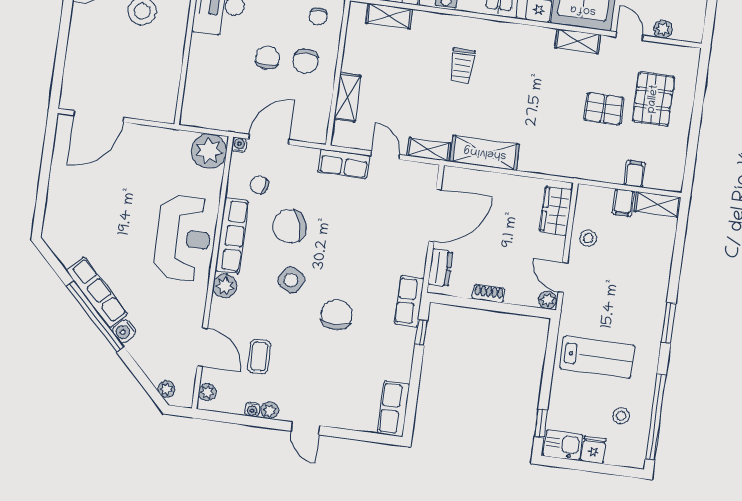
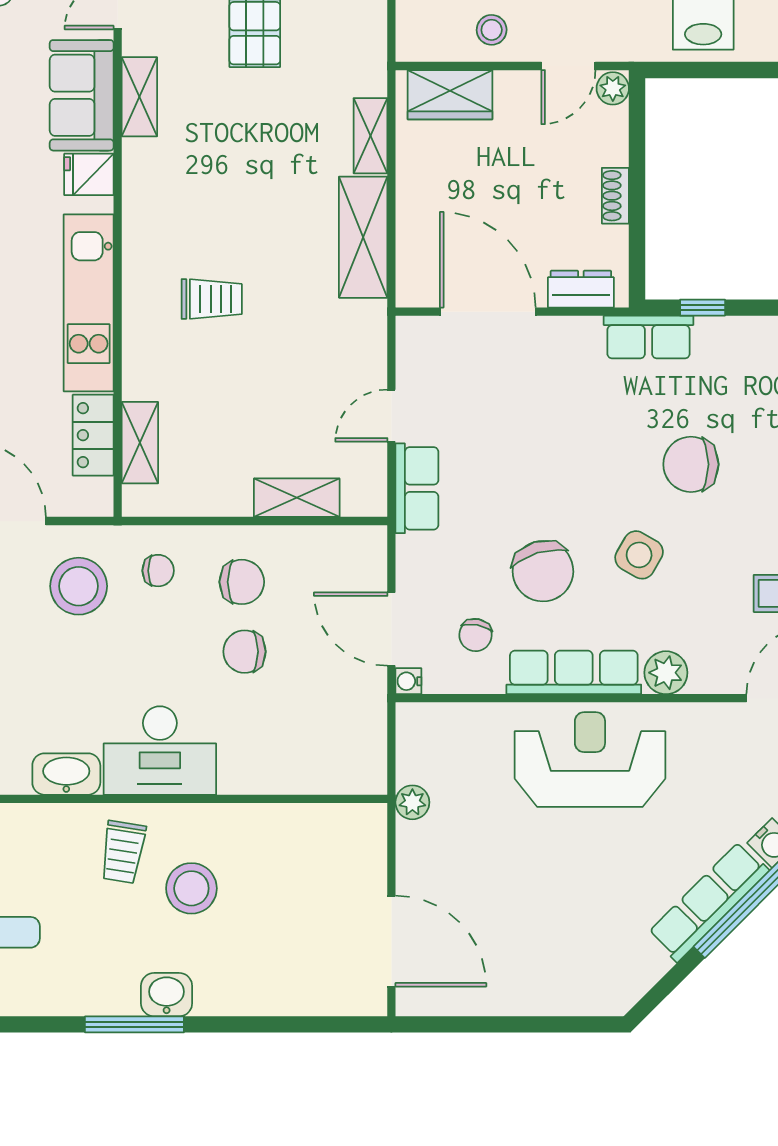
shelving: (429, 149) -> (370, 136), moved
plant: (209, 151) -> (412, 802), moved, width x0.53, depth x0.53

